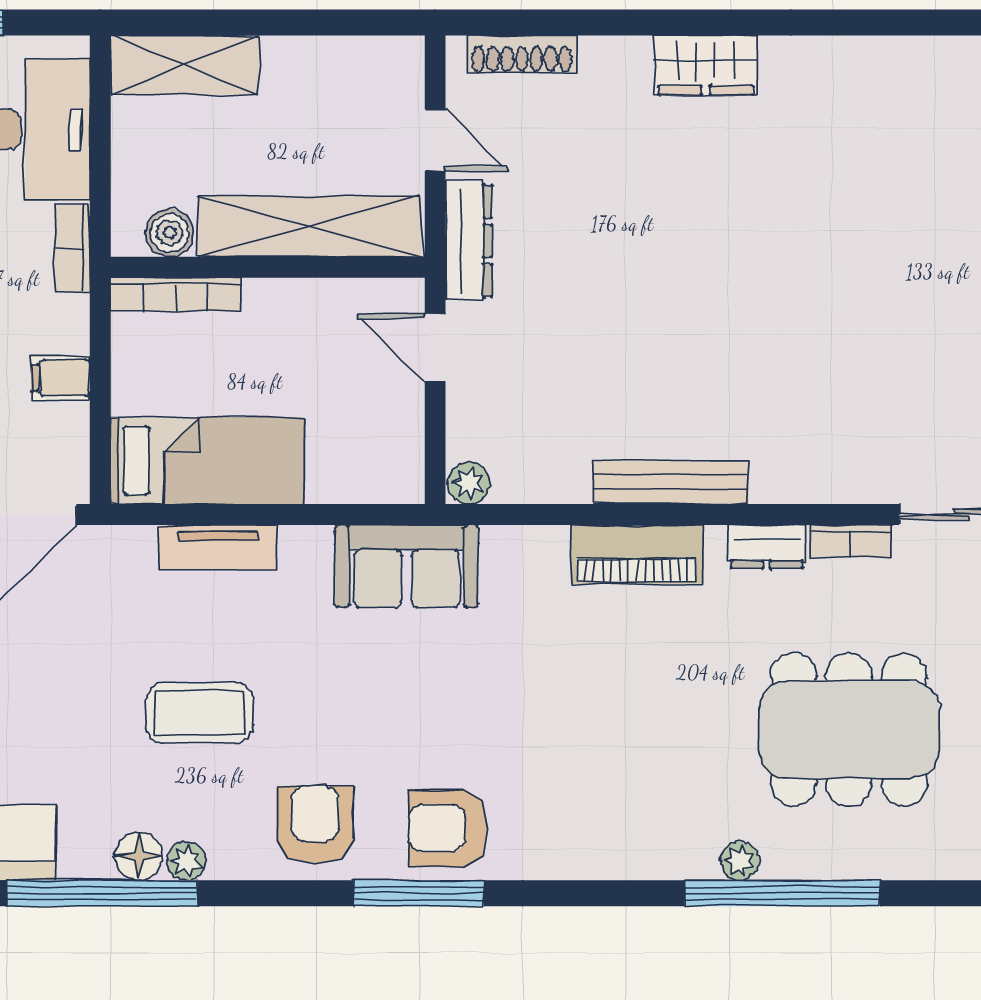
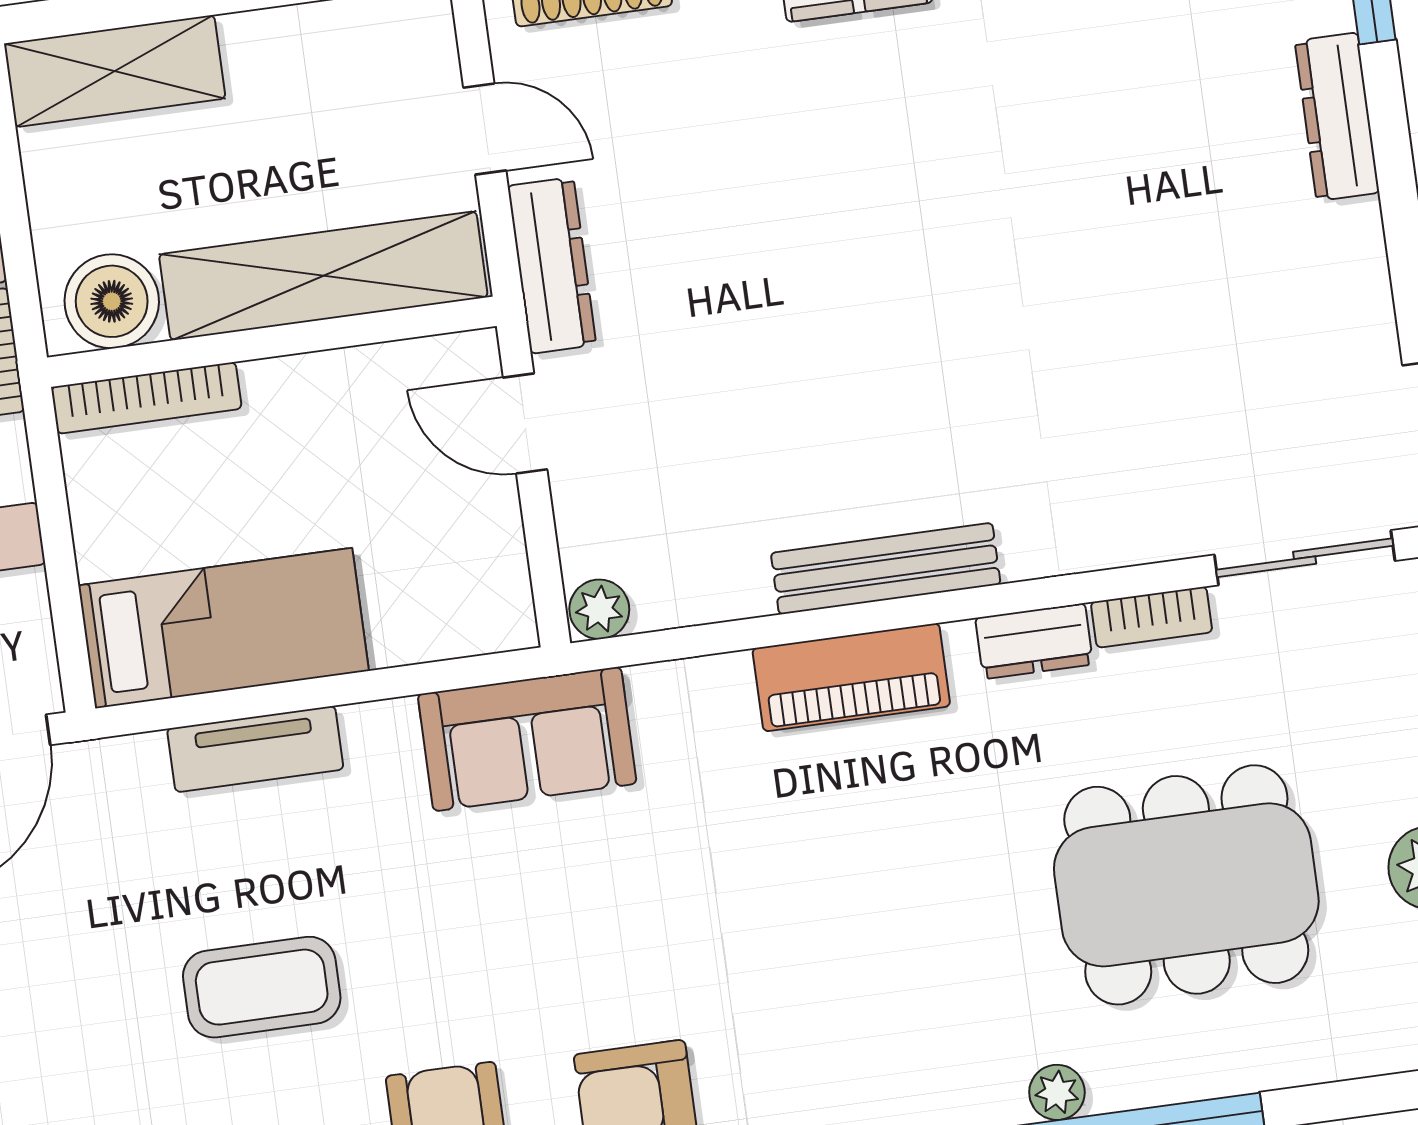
boiler: (169, 233) -> (112, 301), width x1.36, depth x1.36

